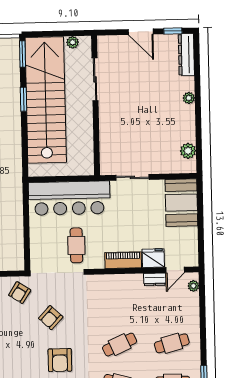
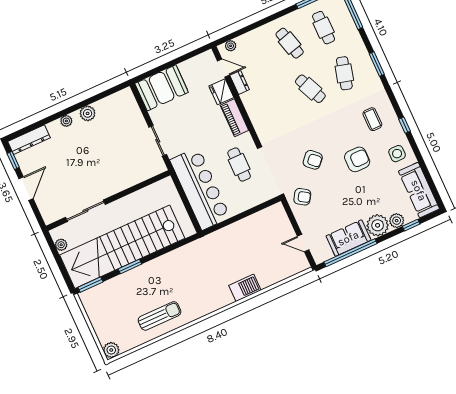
plant: (188, 151) -> (88, 113), moved
cafe table: (76, 245) -> (239, 165), turned 90
armchair: (60, 360) -> (357, 159), moved

